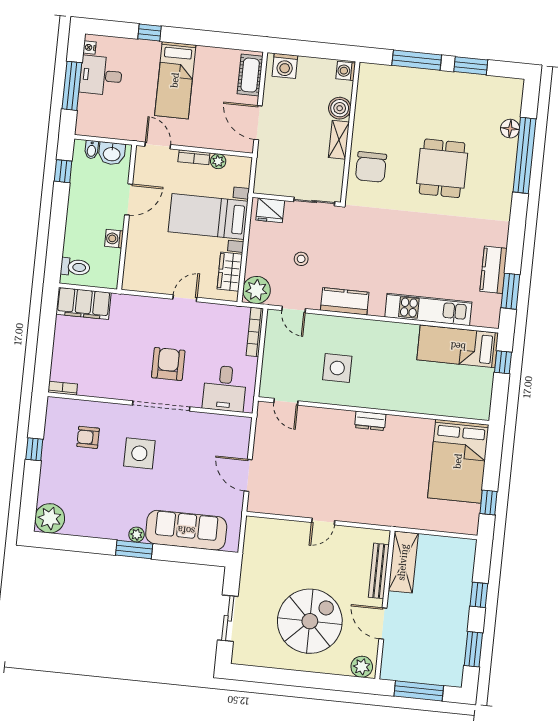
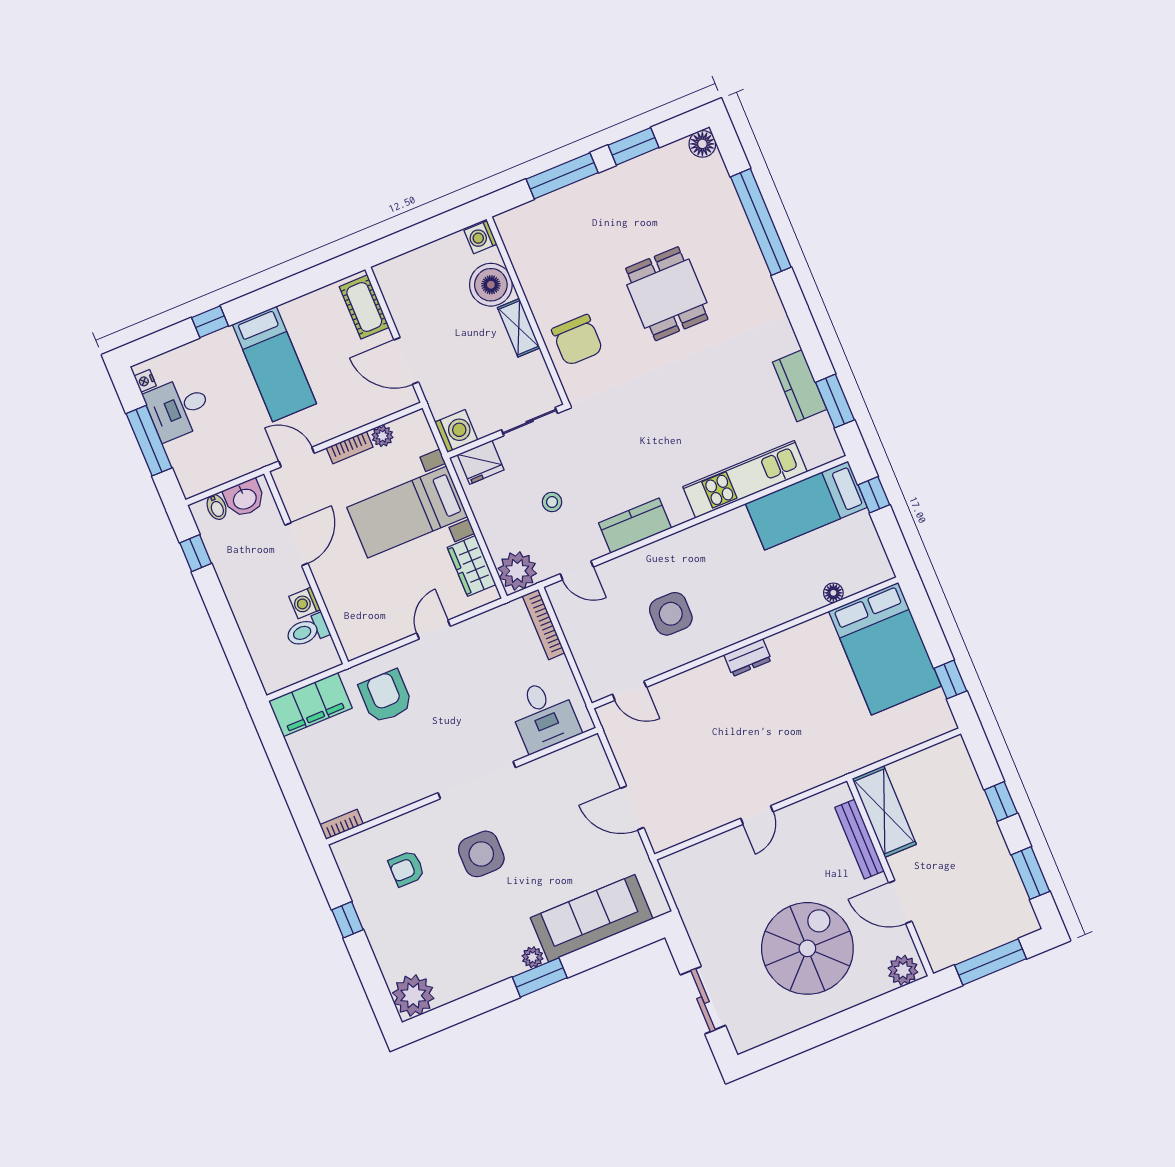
washing machine: (285, 66) -> (456, 431), moved, turned -90
boiler: (340, 108) -> (491, 285), width x1.37, depth x1.37
floor lamp: (510, 129) -> (702, 144), moved
toilet: (75, 267) -> (307, 631), moved, turned 180
armchair: (168, 364) -> (386, 696), moved
floor lamp: (445, 409) -> (833, 593), added

